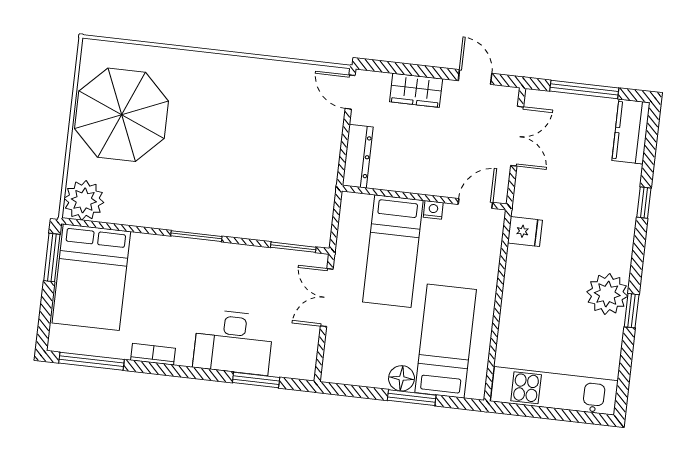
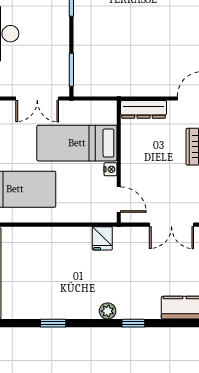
plant: (607, 294) -> (108, 311), moved, width x0.53, depth x0.53
double door: (327, 298) -> (37, 98), swing flipped

